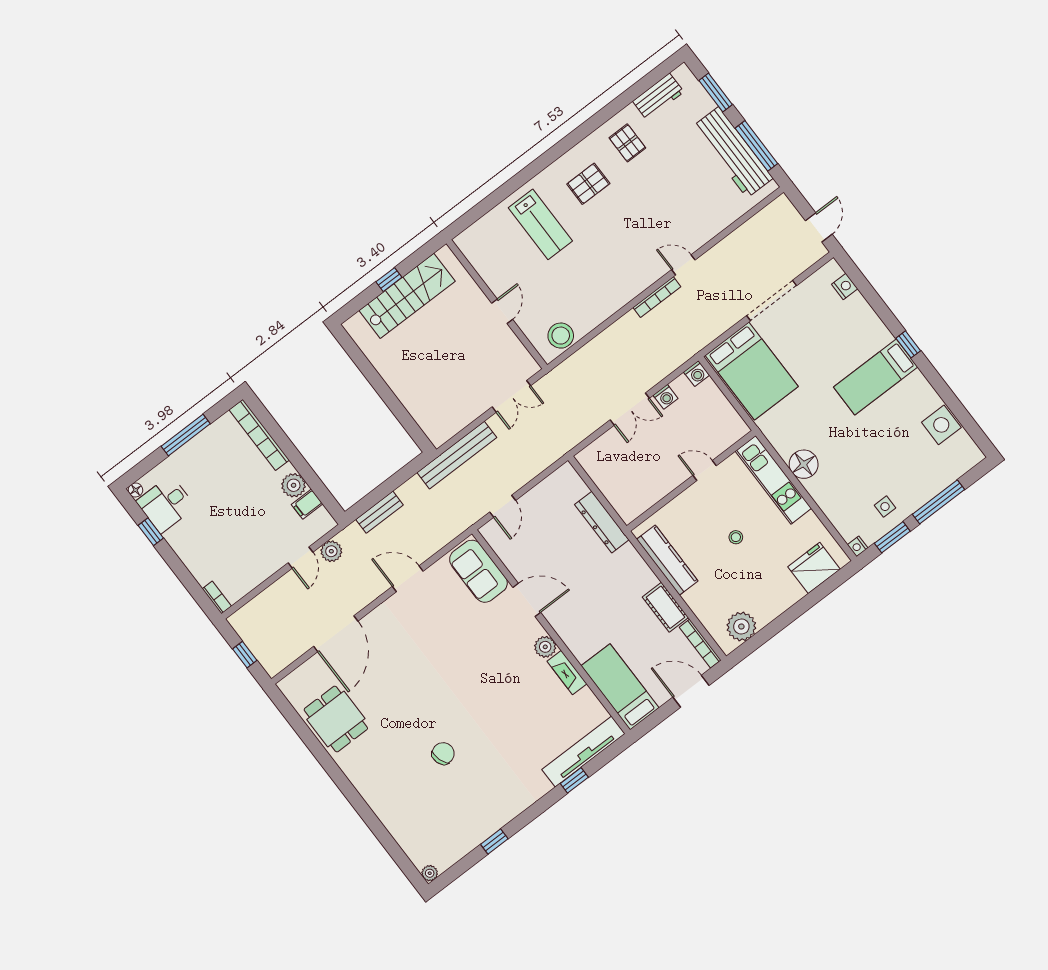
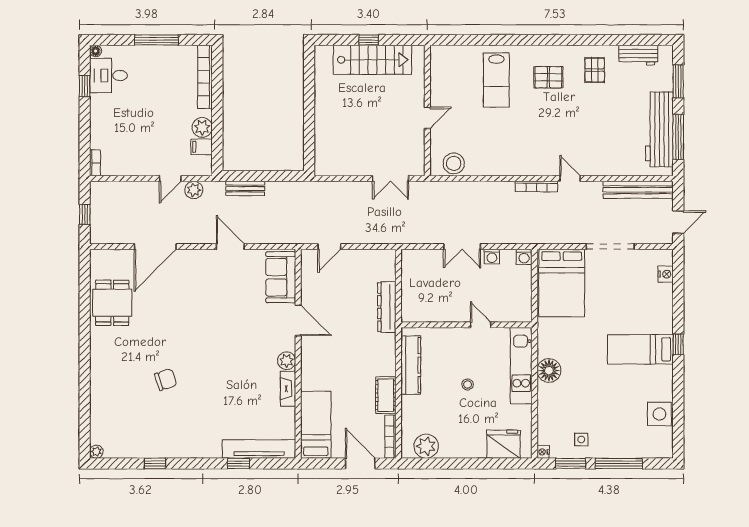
bench: (457, 455) -> (638, 190), moved

